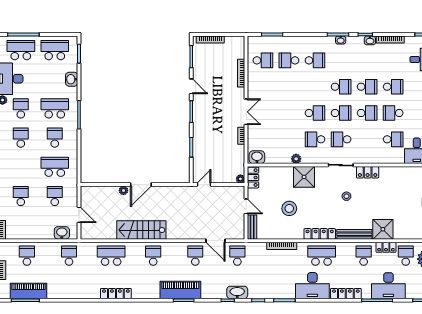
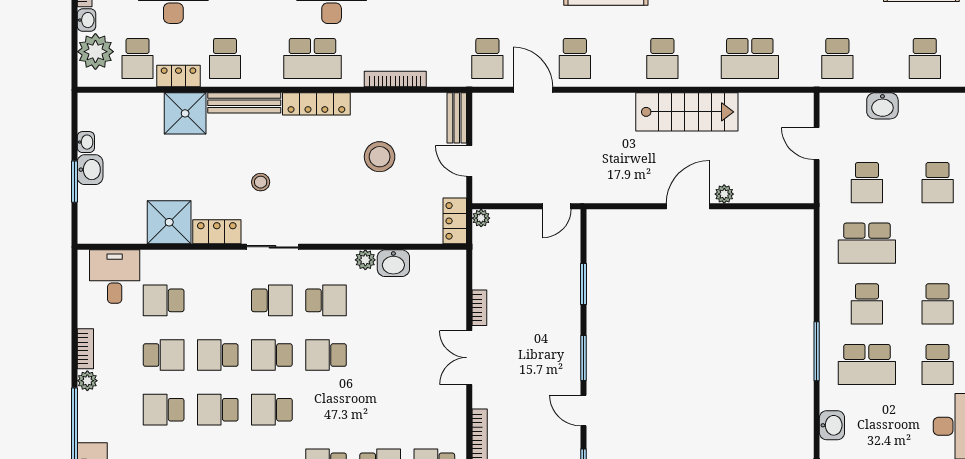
washbasin: (257, 157) -> (393, 263), moved
shower: (304, 177) -> (169, 222), moved
washbasin: (62, 233) -> (882, 106), moved

